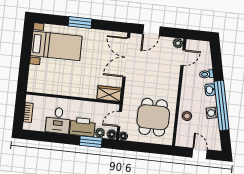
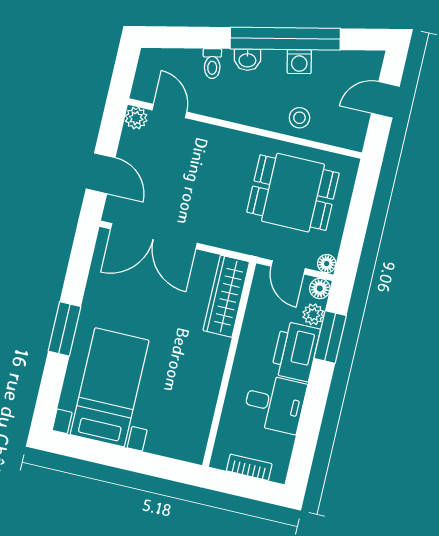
wardrobe: (109, 94) -> (226, 296), width x1.50

